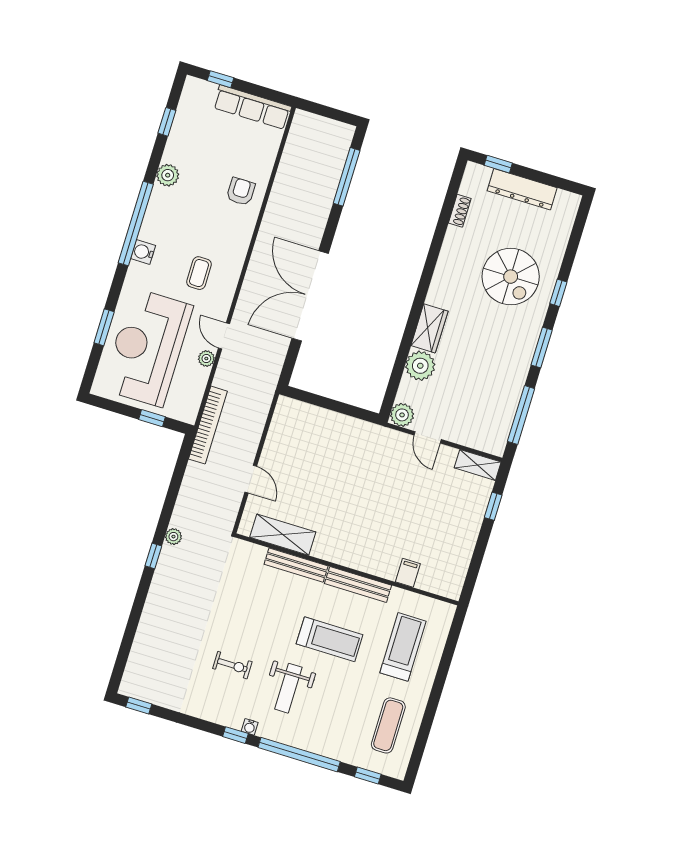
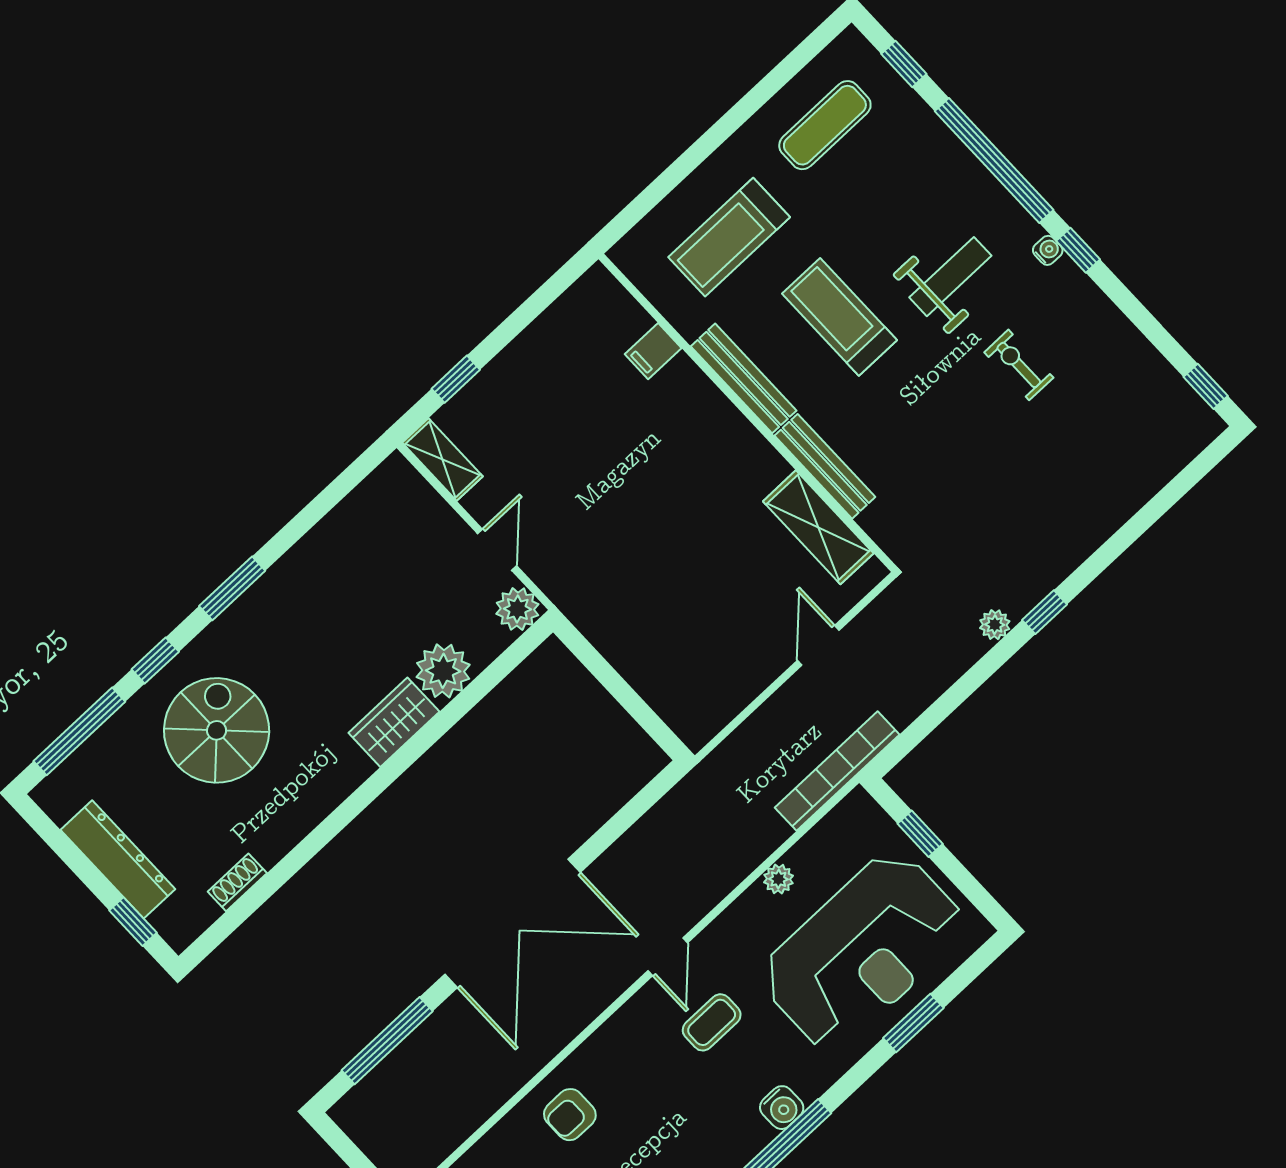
double door: (310, 296) -> (513, 923), moved
door: (224, 336) -> (668, 957), moved
window: (521, 415) -> (79, 731), moved

